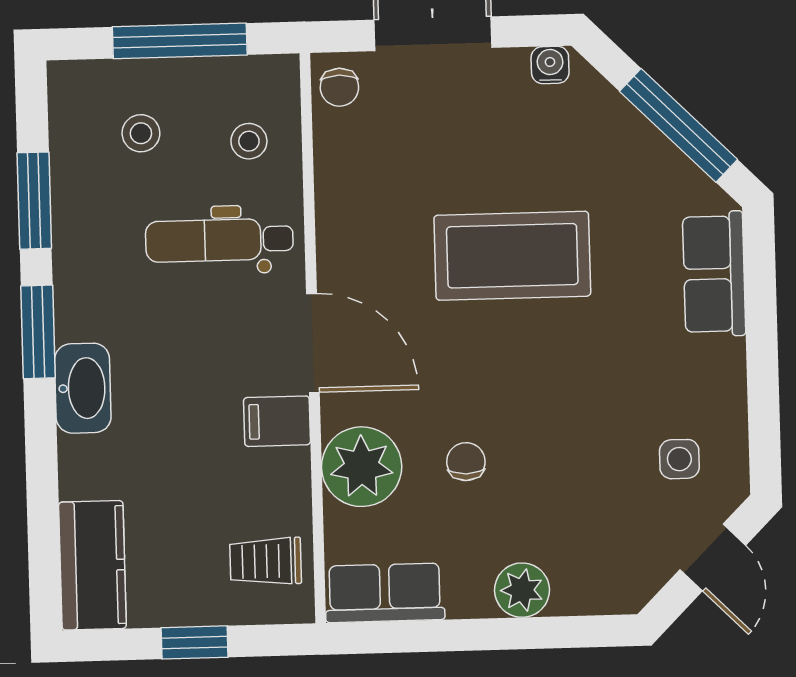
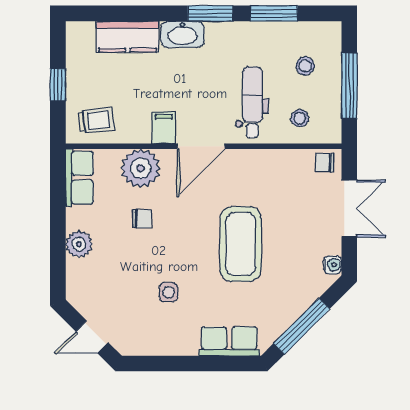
side table: (679, 459) -> (169, 292), moved
trolley: (266, 561) -> (96, 120), turned 84
kitchen counter: (92, 565) -> (128, 37), moved

